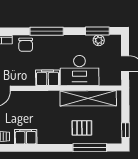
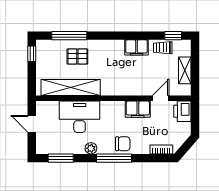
plant: (99, 40) -> (91, 148), moved
chair: (26, 45) -> (123, 144), moved, turned 90
filing cabinet: (48, 78) -> (138, 109), moved

